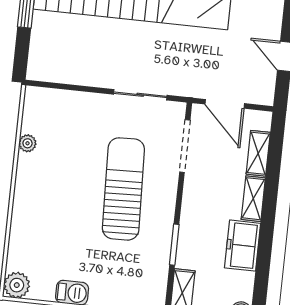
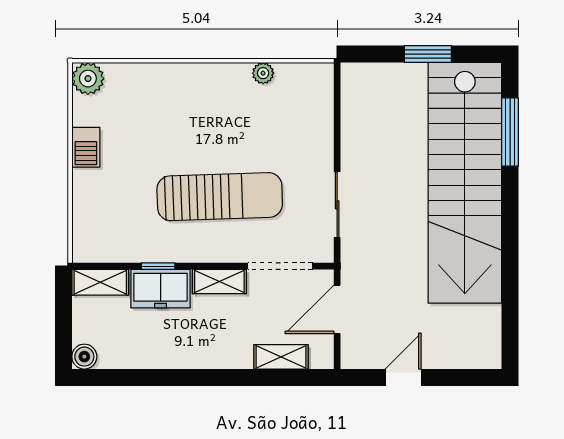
shelving: (253, 199) -> (219, 282), moved
window: (174, 245) -> (158, 266), width x0.67
freezer: (243, 246) -> (161, 289), moved, turned 180

